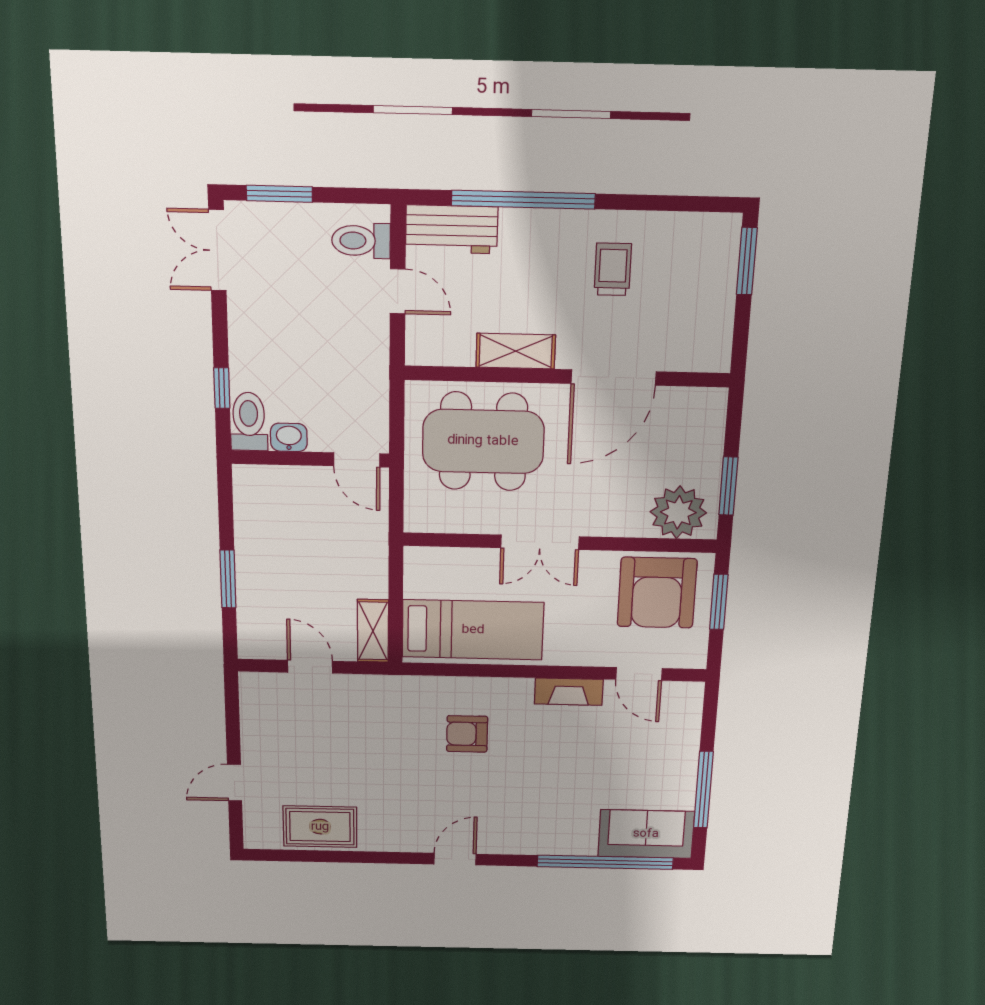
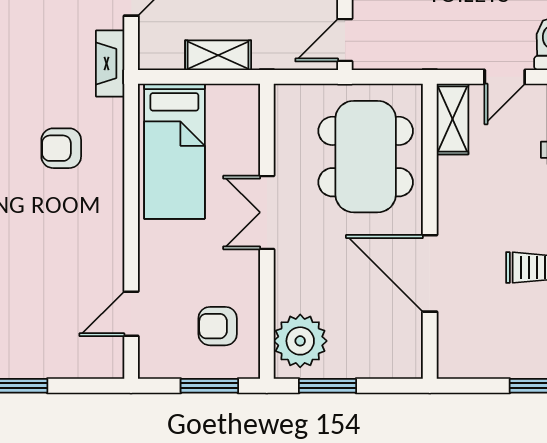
shelving: (516, 351) -> (452, 119), moved
armchair: (657, 593) -> (218, 326), width x0.53, depth x0.53
shelving: (373, 631) -> (218, 55), moved
fireplace: (569, 692) -> (110, 63), moved
armchair: (467, 734) -> (61, 148), turned -90

